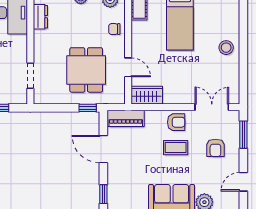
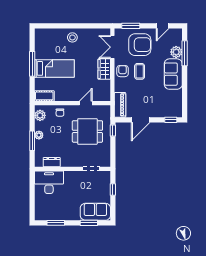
wardrobe: (147, 95) -> (104, 69), moved
armchair: (215, 148) -> (140, 45), width x1.88, depth x1.88
door: (243, 182) -> (163, 26), hinge flipped

